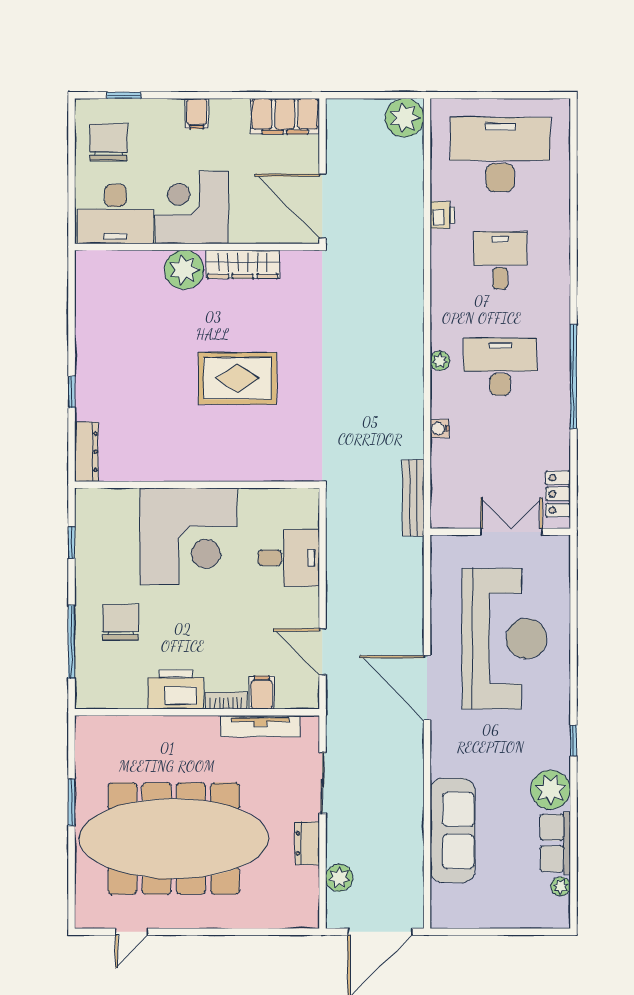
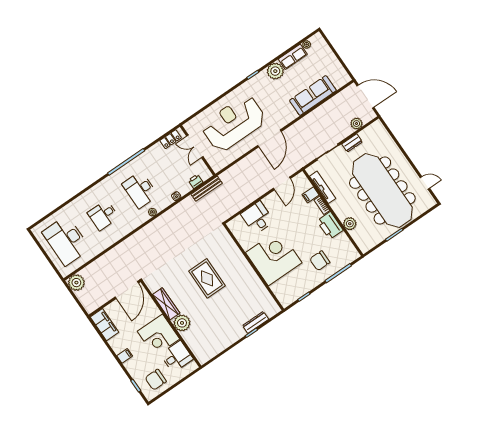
desk: (115, 214) -> (177, 357), width x0.73
printer: (442, 215) -> (196, 181), moved
dresser: (86, 452) -> (256, 322), moved
plant: (153, 730) -> (350, 224), added

